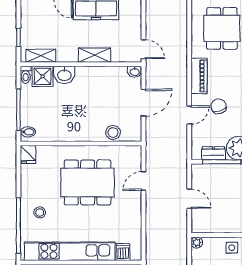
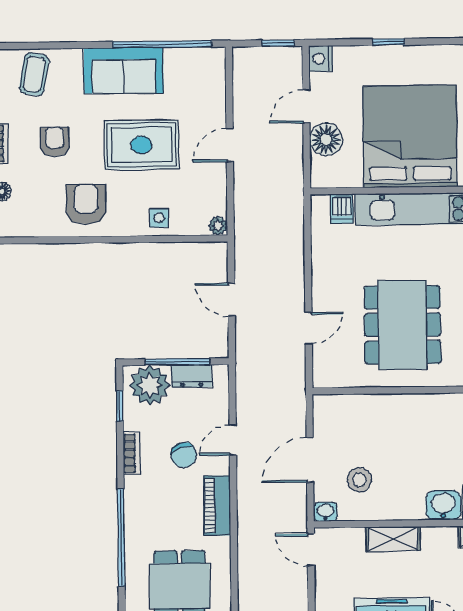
stool: (113, 132) -> (359, 480), moved
dining table: (88, 182) -> (402, 325), turned 90

